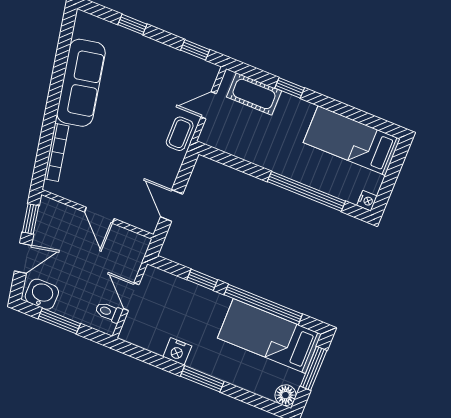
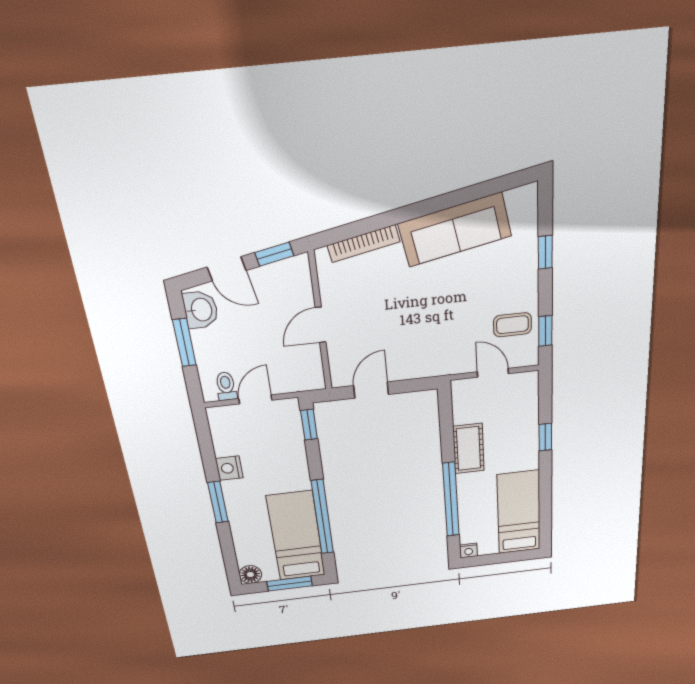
cot: (254, 94) -> (469, 449), moved
coffee table: (180, 134) -> (512, 325), moved
window: (202, 280) -> (309, 425), moved

